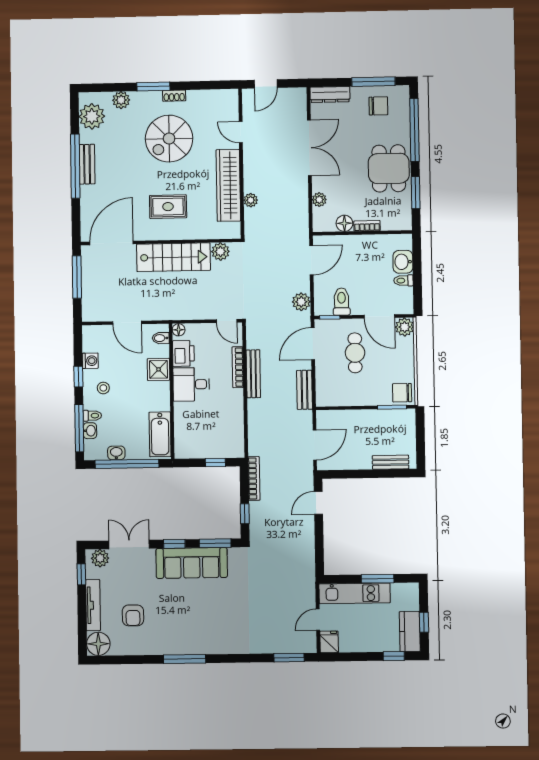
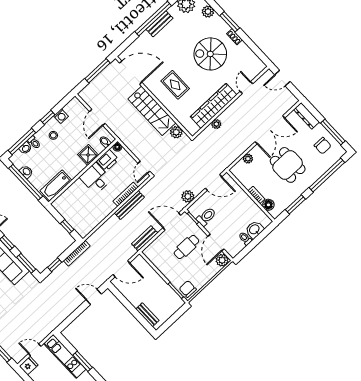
dining table: (389, 168) -> (288, 165), moved, turned 90
floor lamp: (344, 223) -> (268, 205), moved

